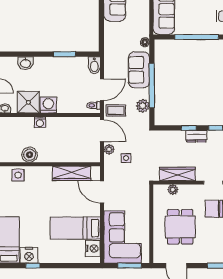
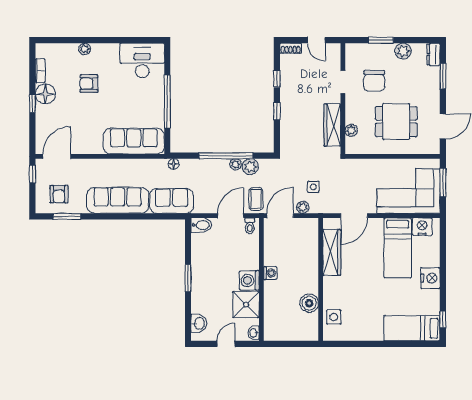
window: (64, 54) -> (188, 278), moved
washbasin: (26, 63) -> (199, 323), moved
sofa: (139, 70) -> (171, 201), moved, turned 180
door: (102, 90) -> (231, 216), hinge flipped
plant: (145, 94) -> (235, 164), added
washing machine: (40, 122) -> (270, 273), moved
dresser: (196, 136) -> (287, 102), removed
nightstand: (29, 255) -> (430, 278), moved
window: (33, 266) -> (443, 319), moved

